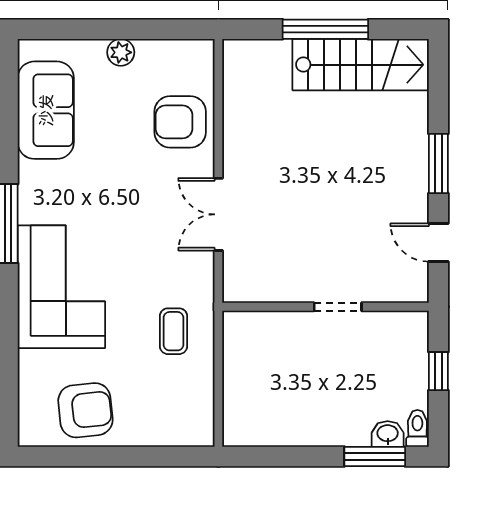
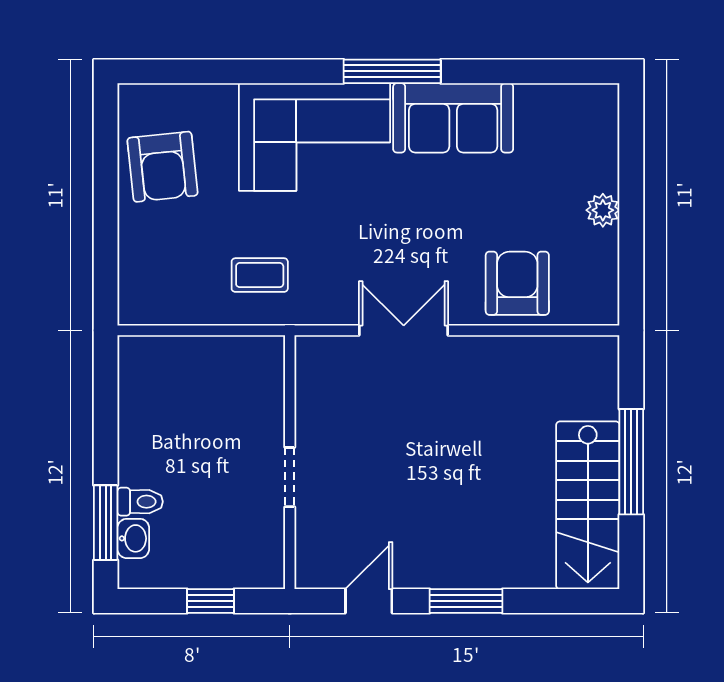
sofa: (46, 110) -> (453, 118), moved
toilet: (417, 428) -> (140, 502), moved

